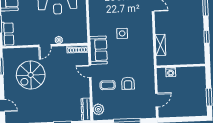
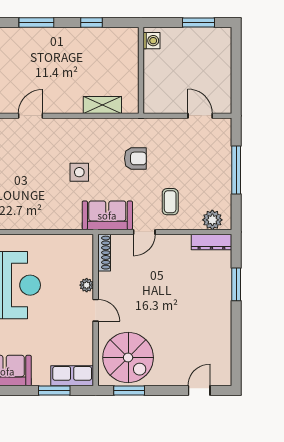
washing machine: (171, 72) -> (152, 41), moved
spiral stairs: (31, 75) -> (128, 358), moved
armchair: (128, 83) -> (135, 158), moved

